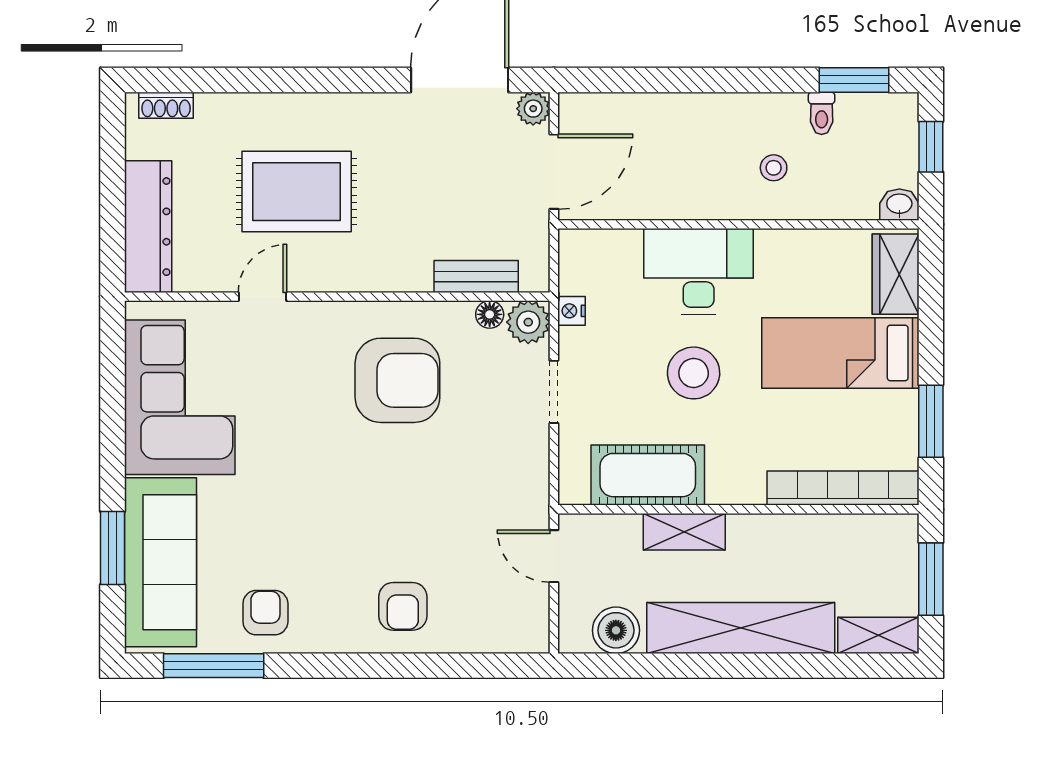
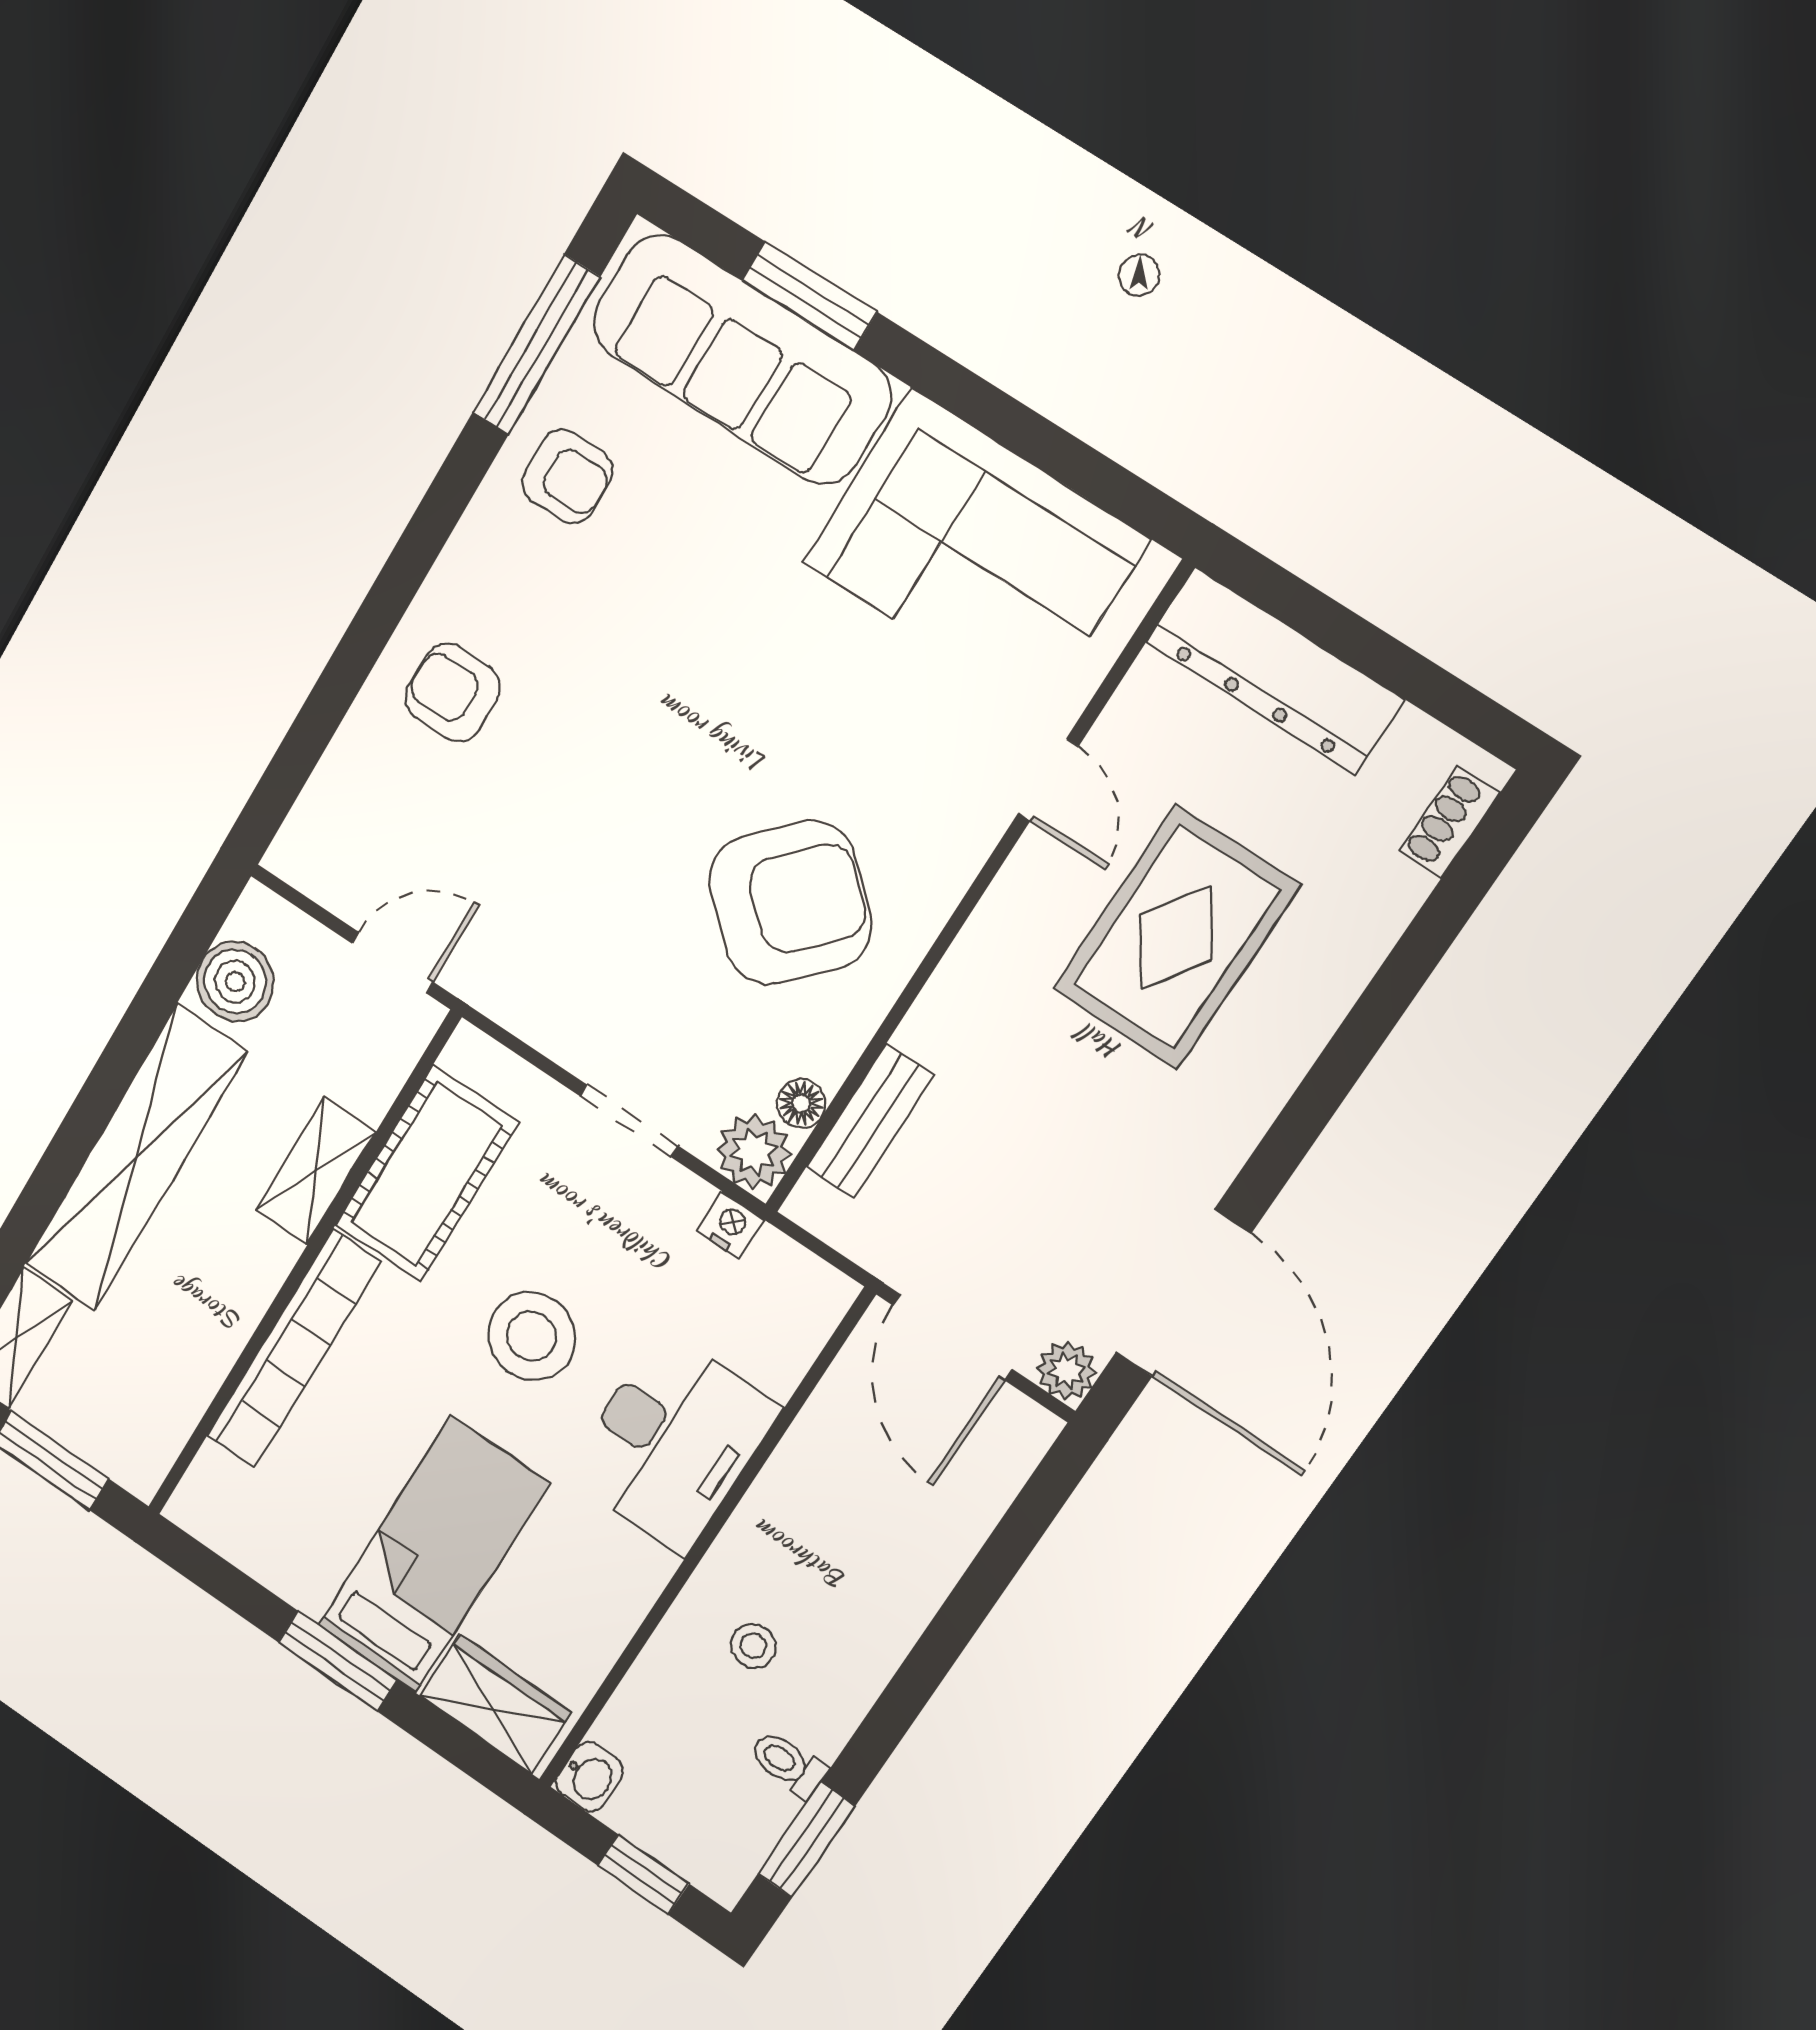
armchair: (397, 380) -> (790, 903), turned -137
window: (931, 421) -> (338, 1661), moved
bookcase: (843, 488) -> (293, 1349), moved

